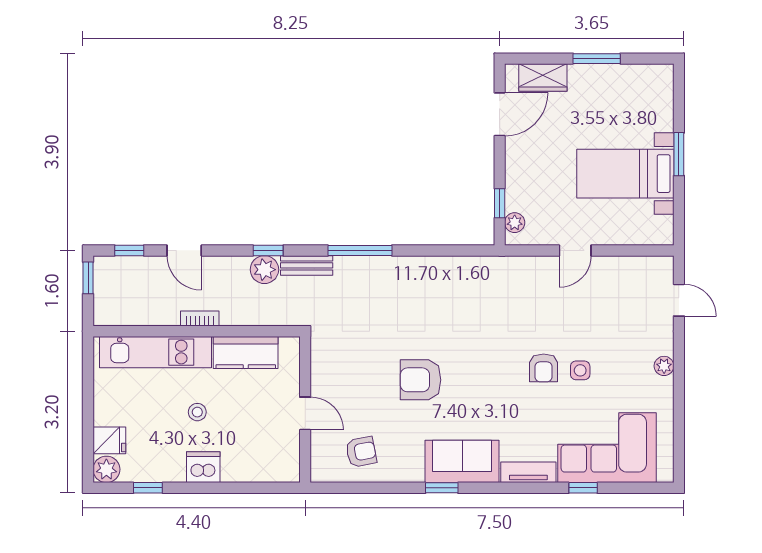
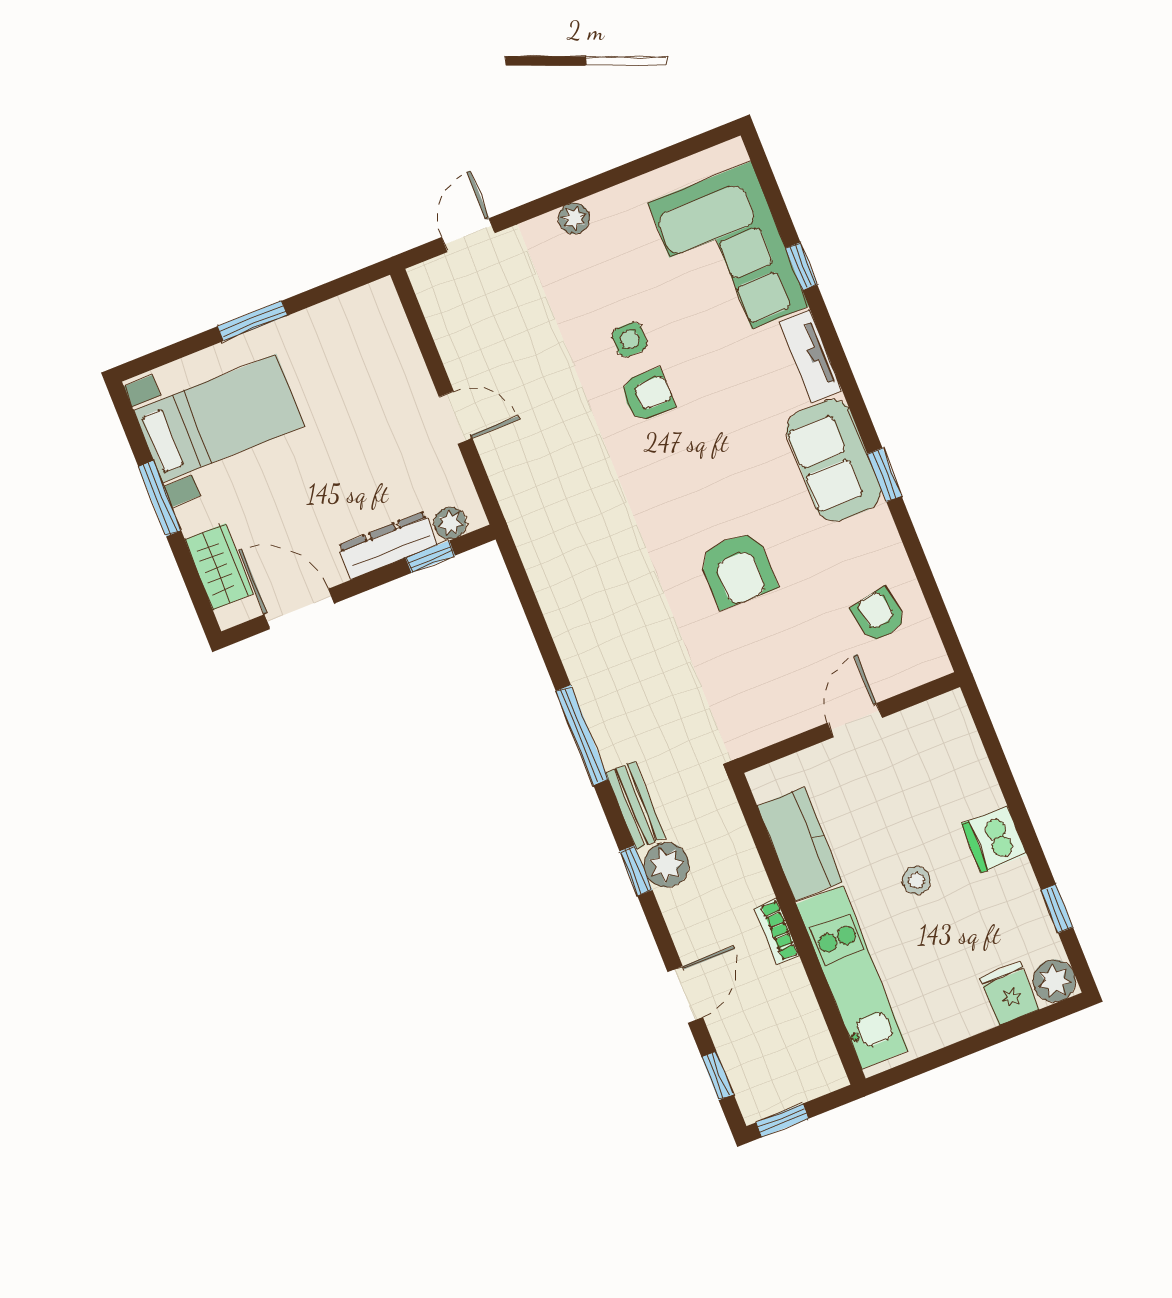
bed with nightstands: (625, 174) -> (219, 418), moved, turned -90
dresser: (516, 181) -> (388, 545), added

